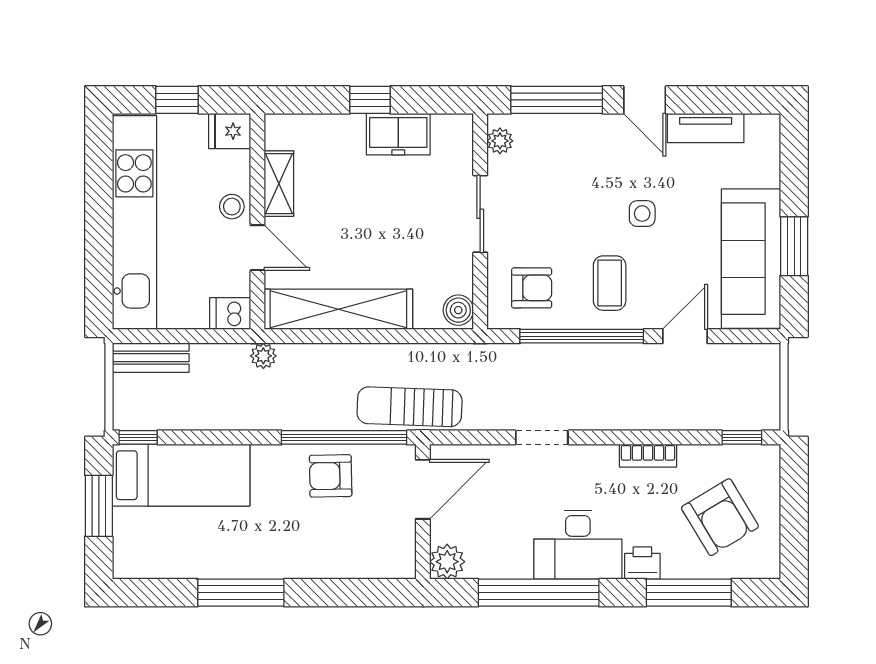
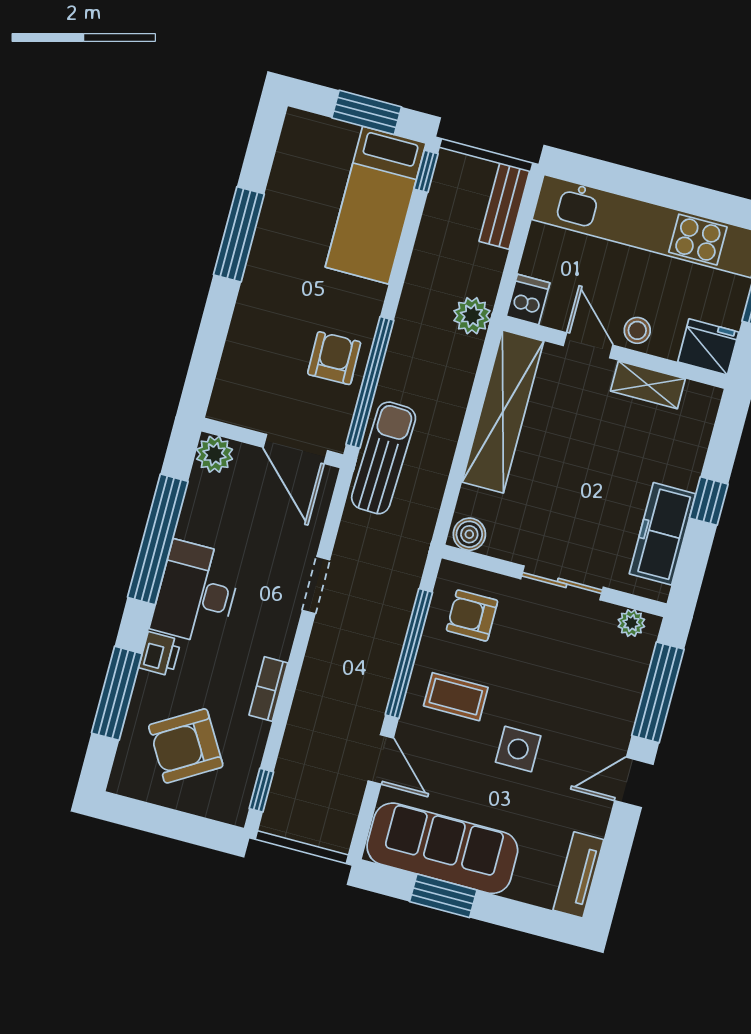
tv unit: (706, 128) -> (578, 875), moved
fridge: (230, 131) -> (708, 347), width x1.38
freezer: (398, 134) -> (663, 534), width x1.40
side table: (642, 214) -> (518, 749), width x1.37, depth x1.37
door: (257, 248) -> (588, 345), swing flipped
armchair: (532, 288) -> (472, 615), turned 90
plant: (263, 356) -> (472, 316), width x1.38, depth x1.38

